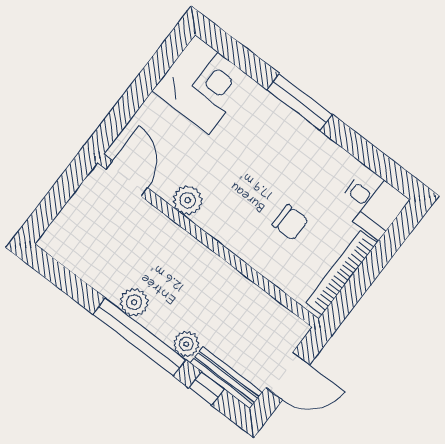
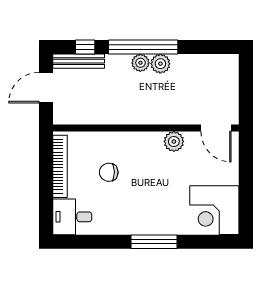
plant: (186, 344) -> (140, 63), moved

